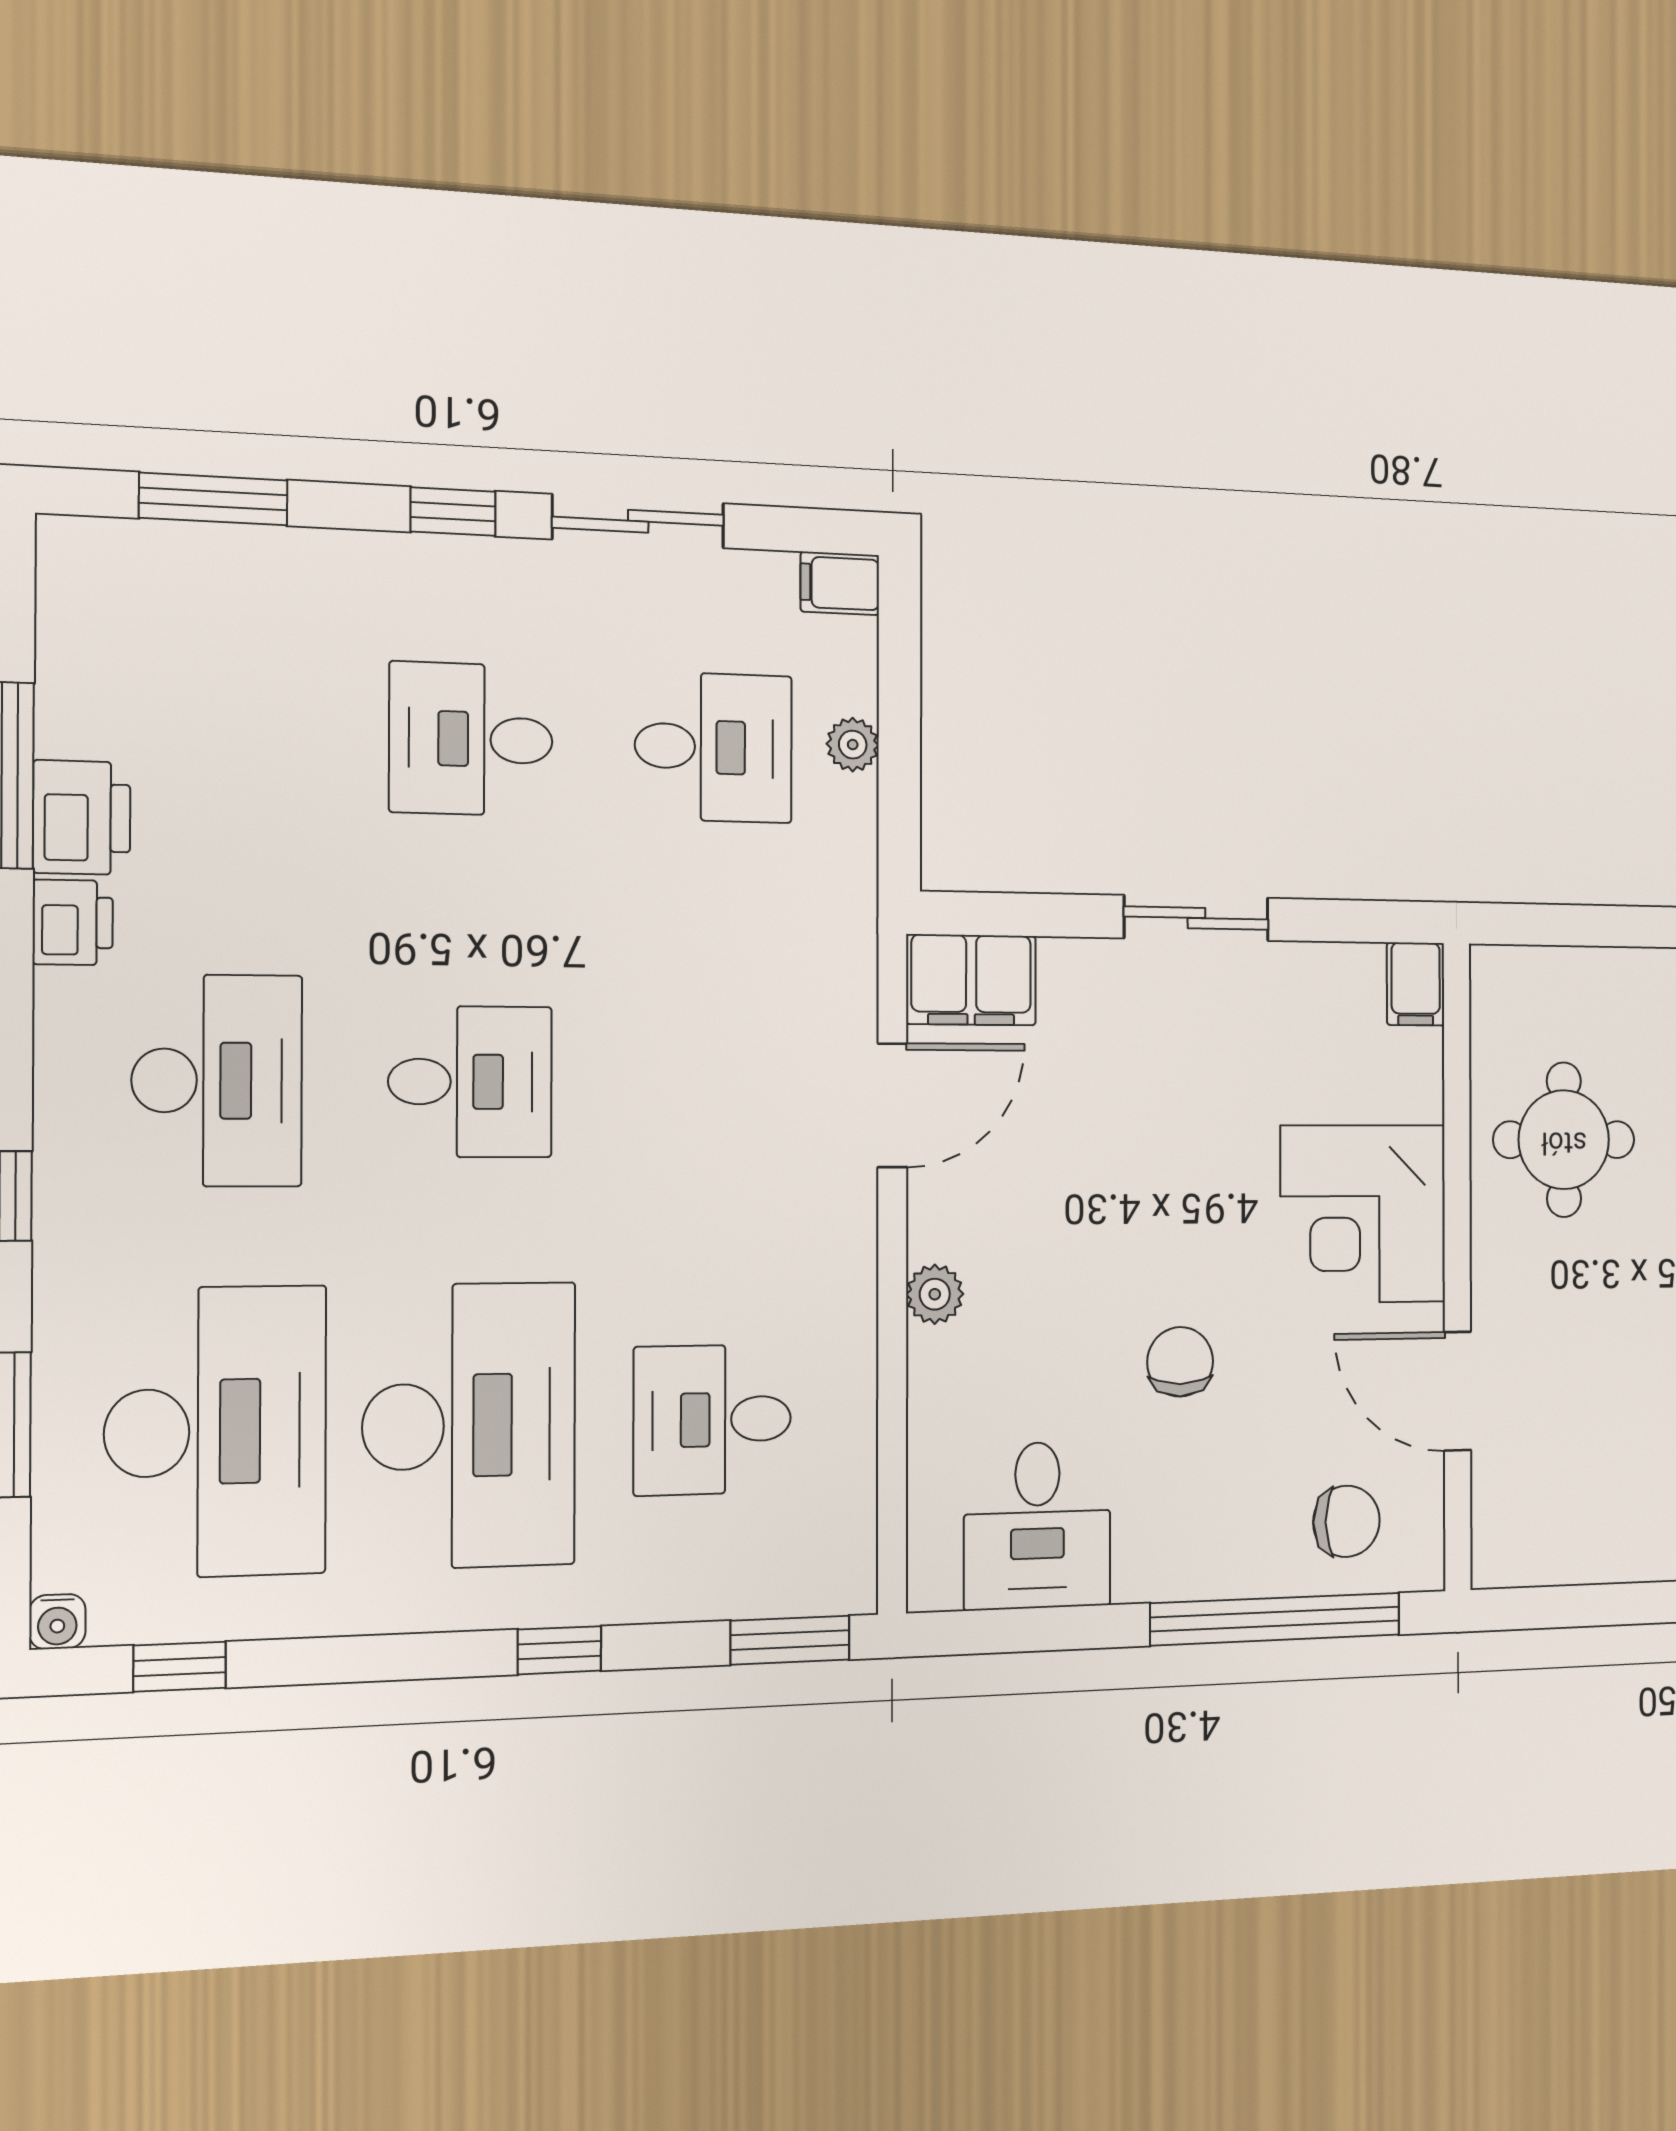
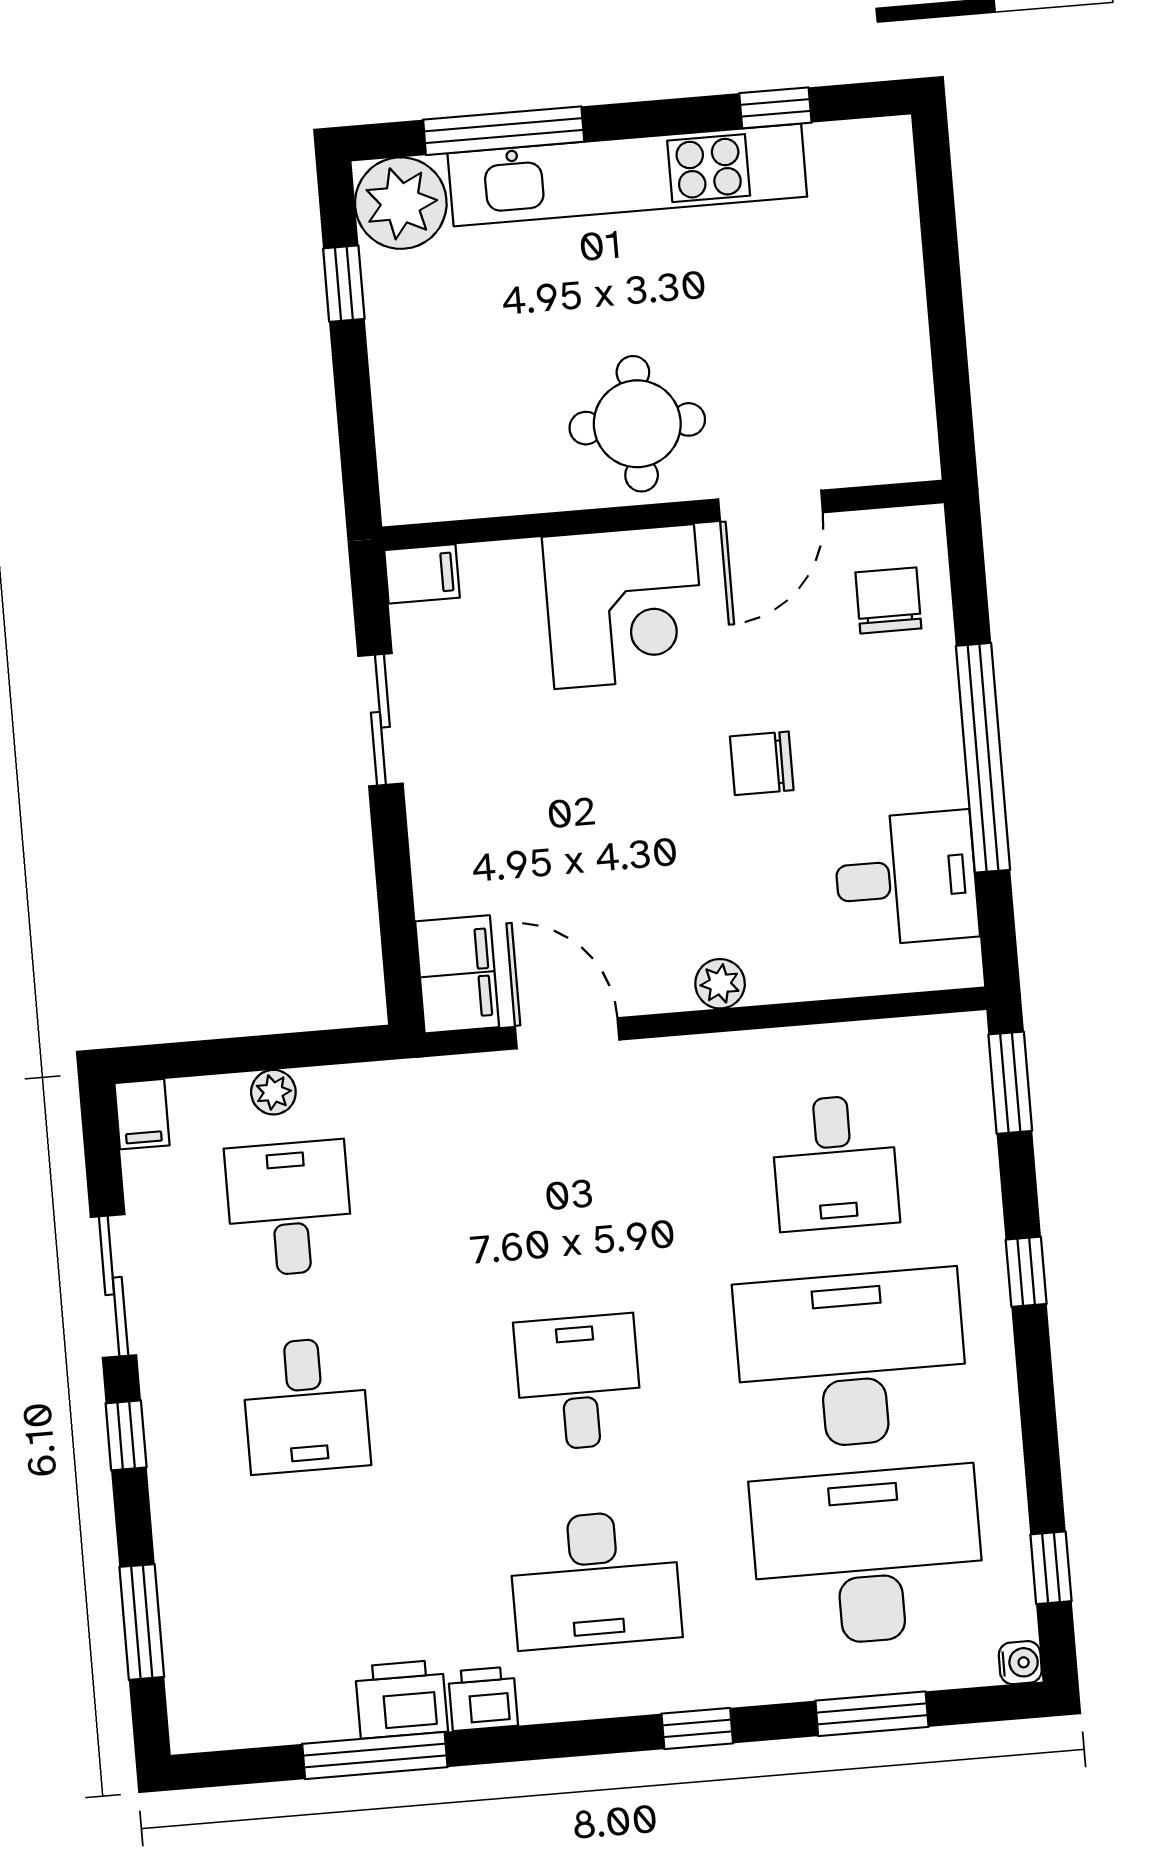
sliding door: (1196, 918) -> (380, 720), moved
desk: (217, 1081) -> (595, 1579), turned 180
round table: (1564, 1140) -> (637, 424), moved
window: (1276, 1619) -> (983, 758), moved

